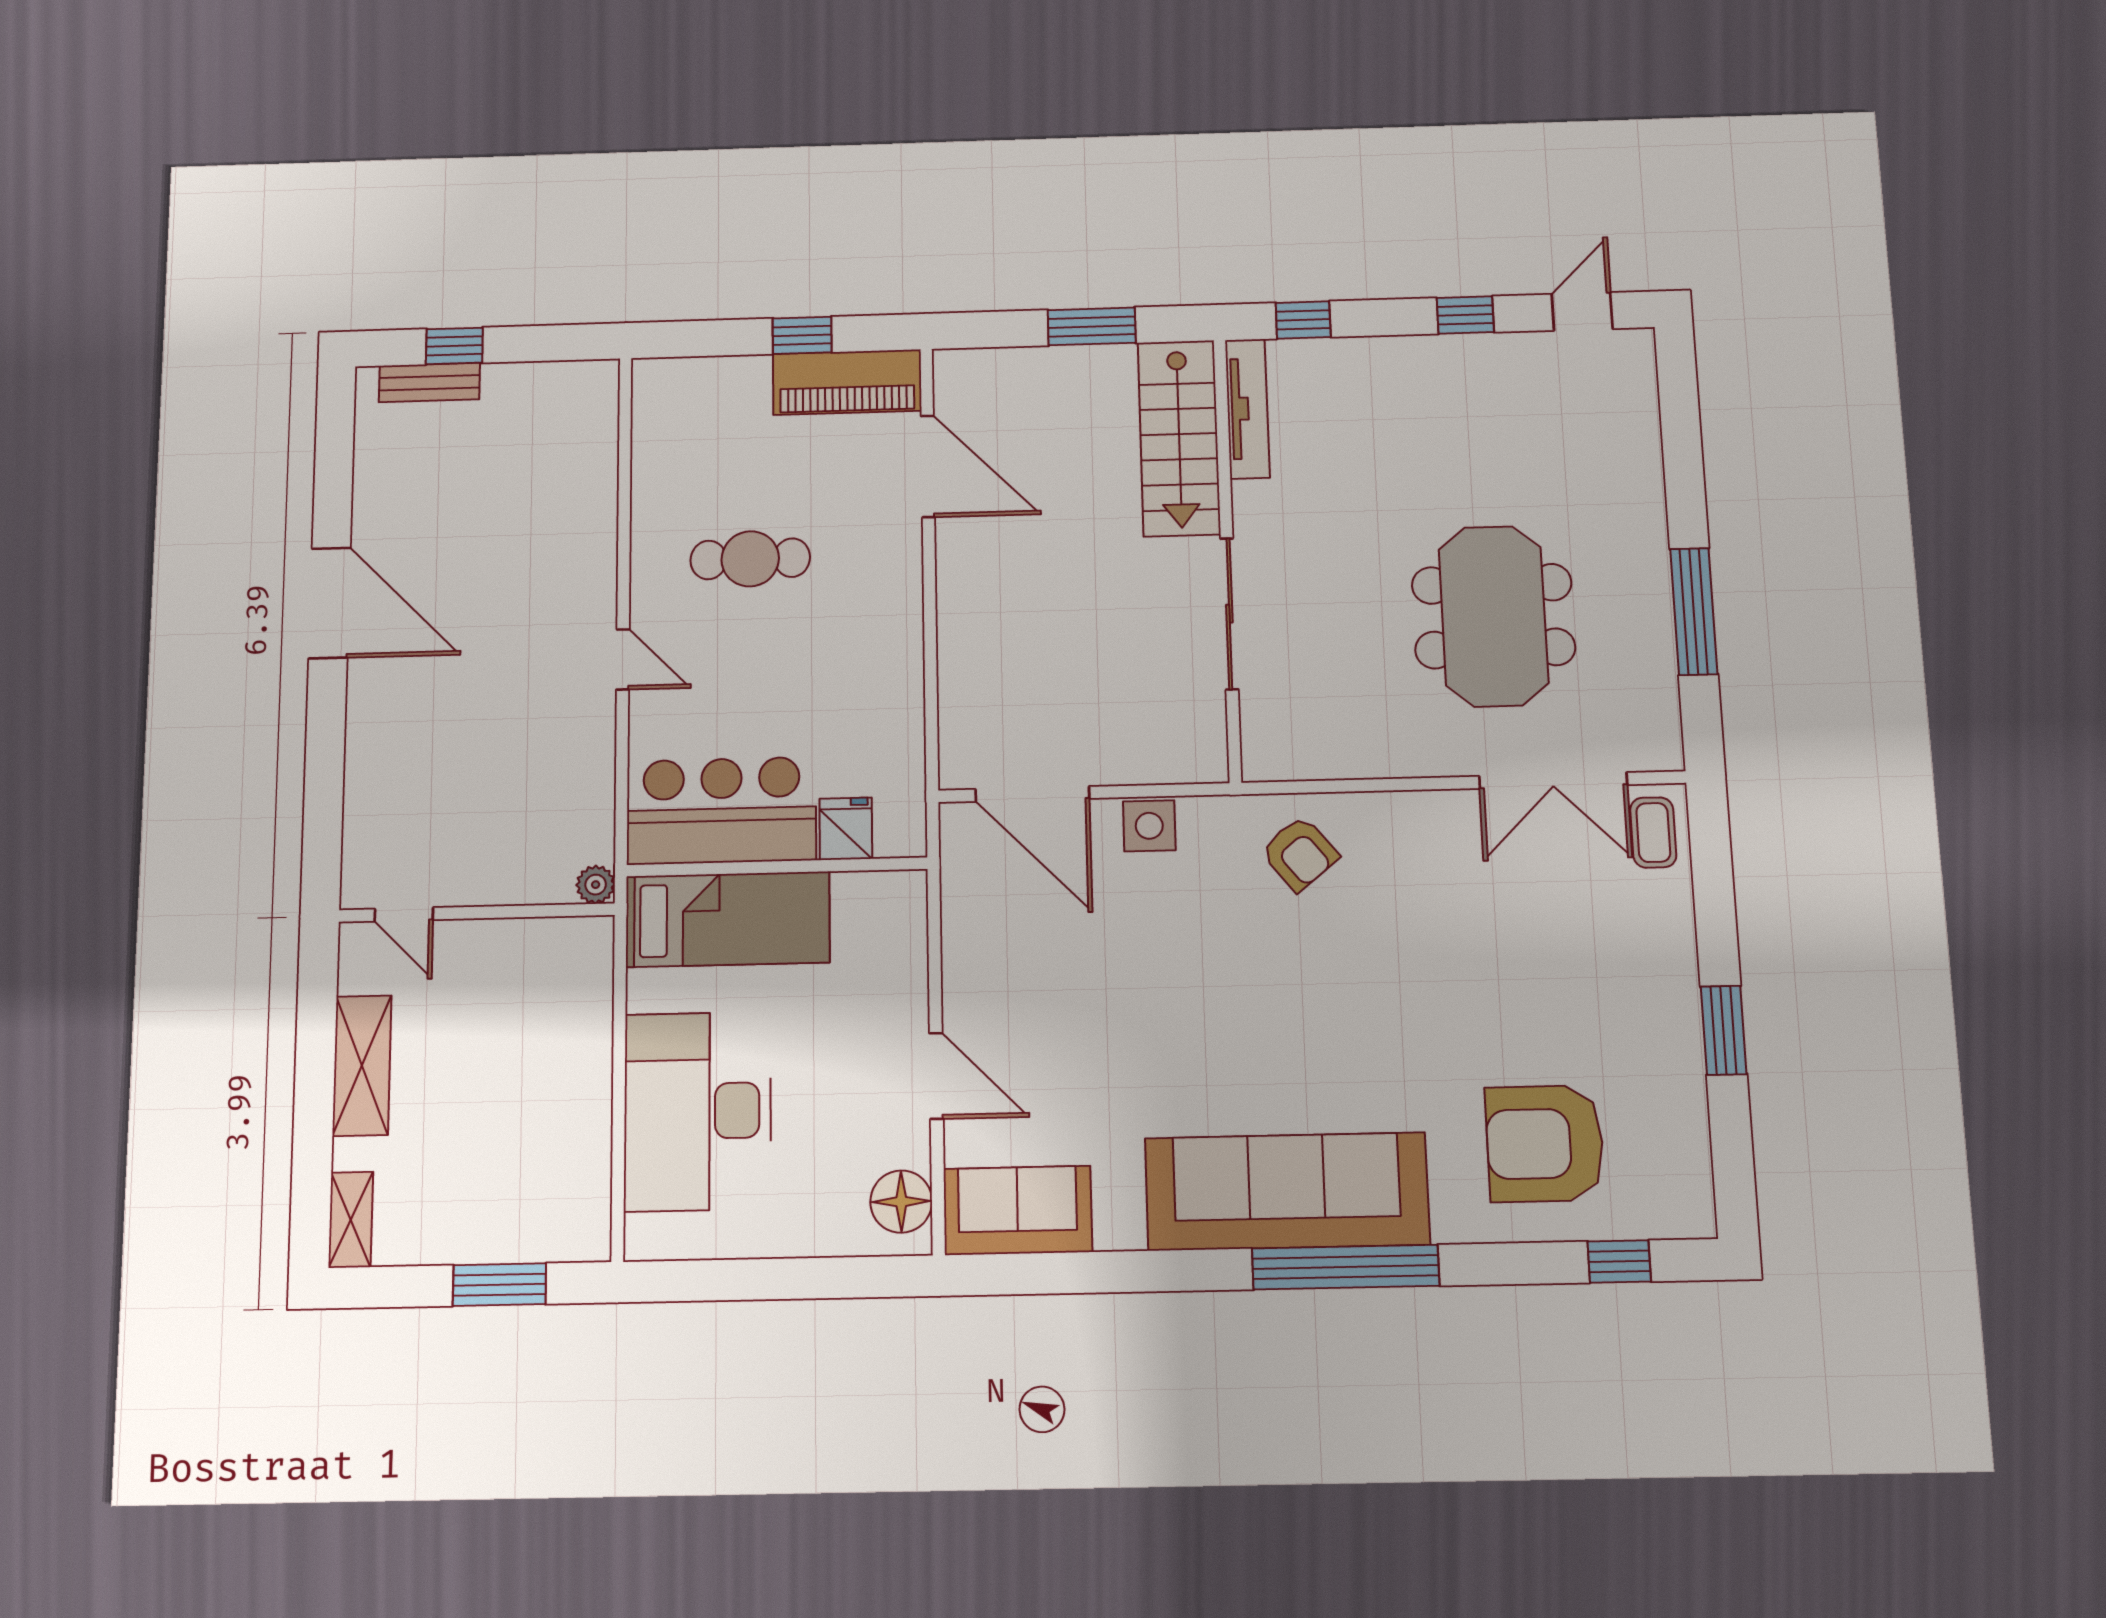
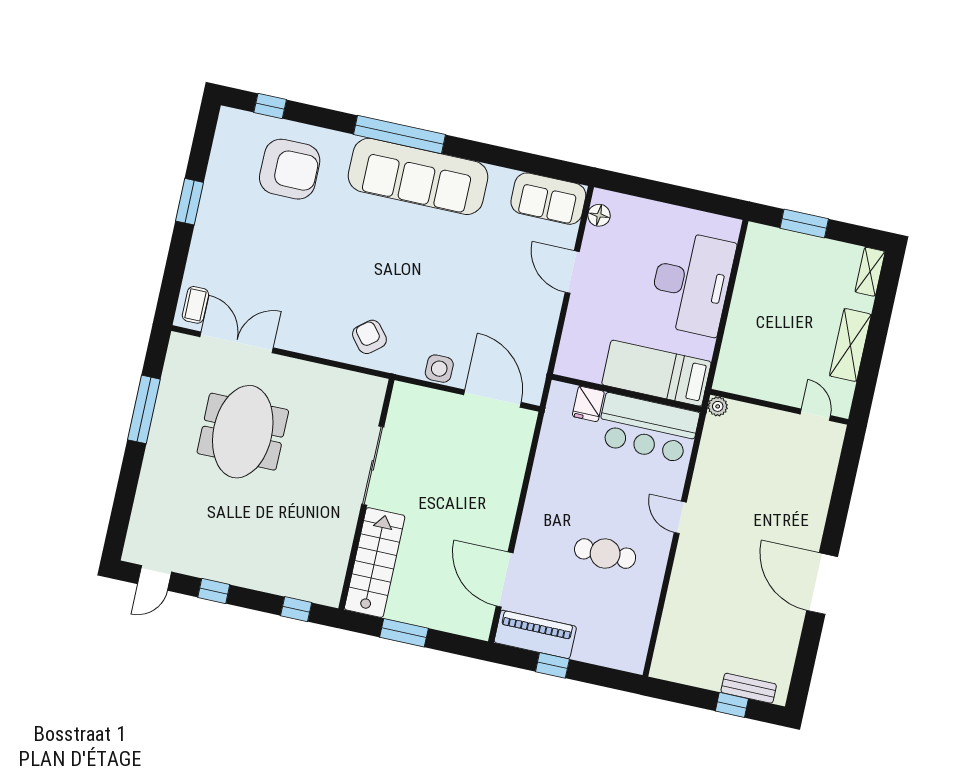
tv unit: (1247, 409) -> (336, 569), removed
floor lamp: (901, 1202) -> (599, 215), width x0.73, depth x0.73

